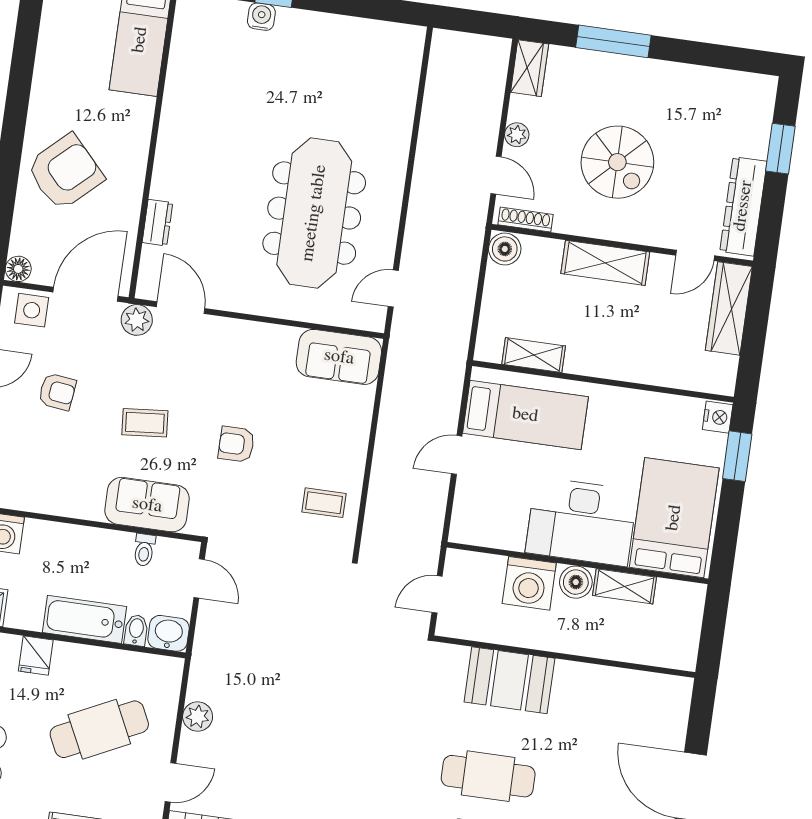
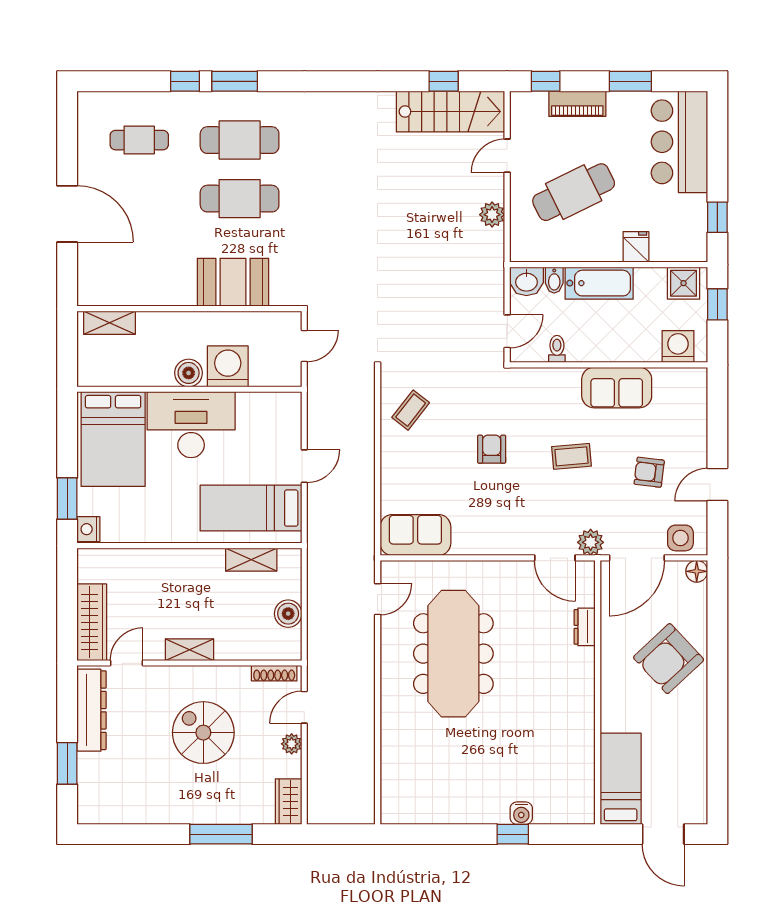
door: (496, 175) -> (304, 707), hinge flipped
boiler: (505, 249) -> (288, 614), moved
shelving: (605, 263) -> (189, 650), width x0.67, depth x0.75
armchair: (236, 444) -> (492, 449), turned -90
coffee table: (324, 503) -> (411, 410), turned -52
sofa: (147, 505) -> (617, 388), moved
door: (199, 578) -> (507, 331), swing flipped
shelving: (625, 586) -> (109, 323), moved

